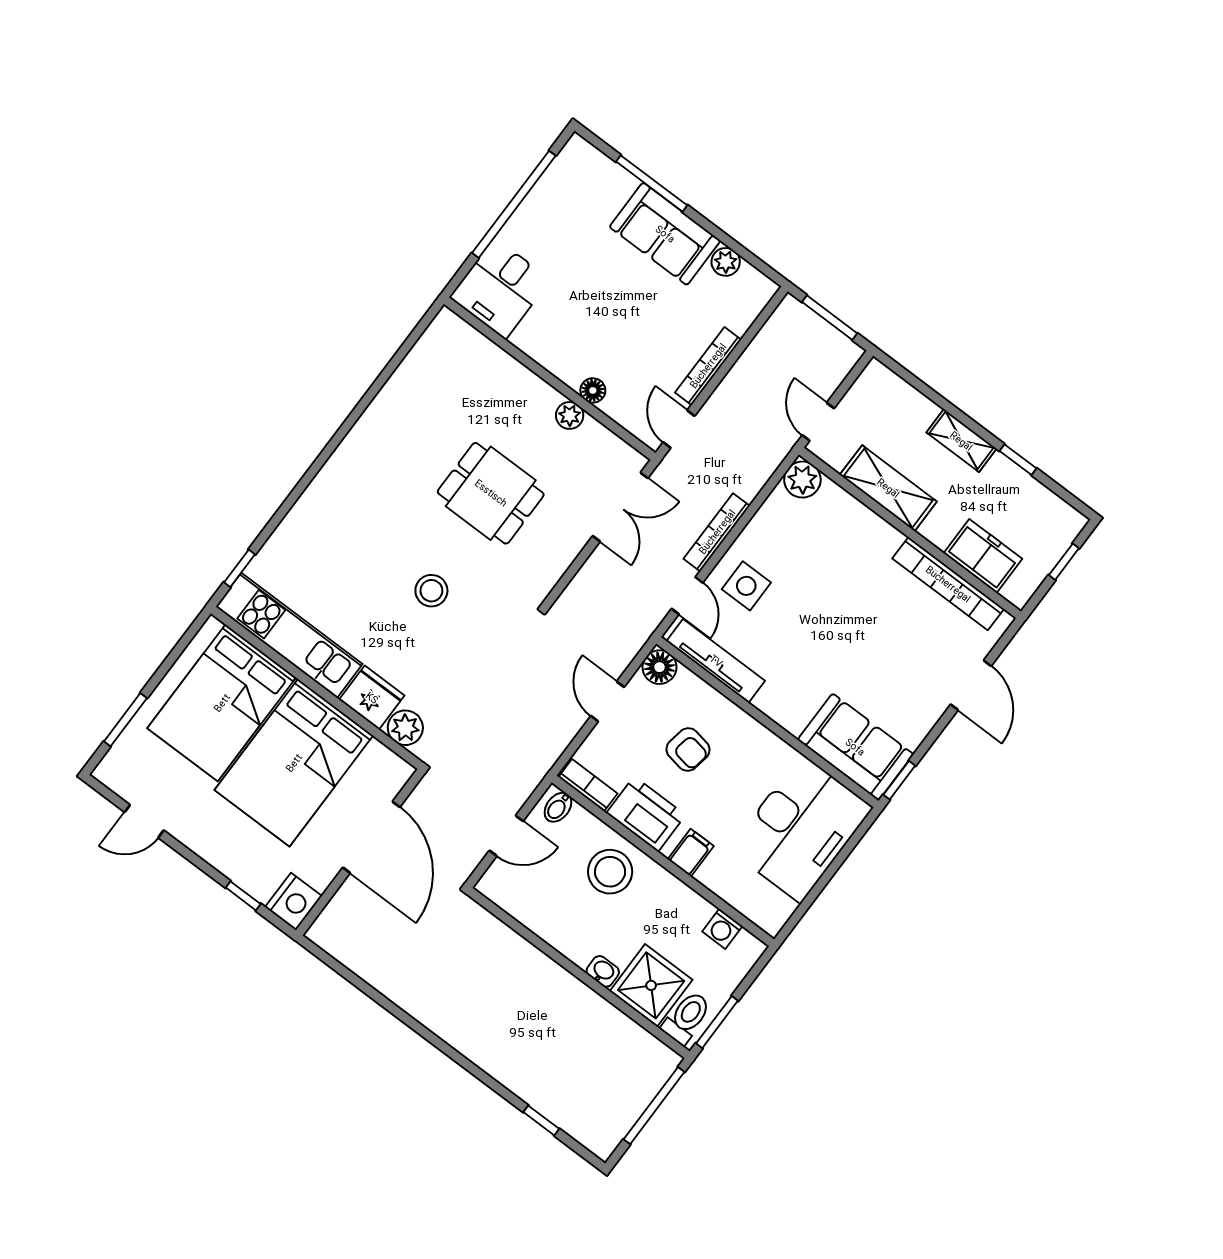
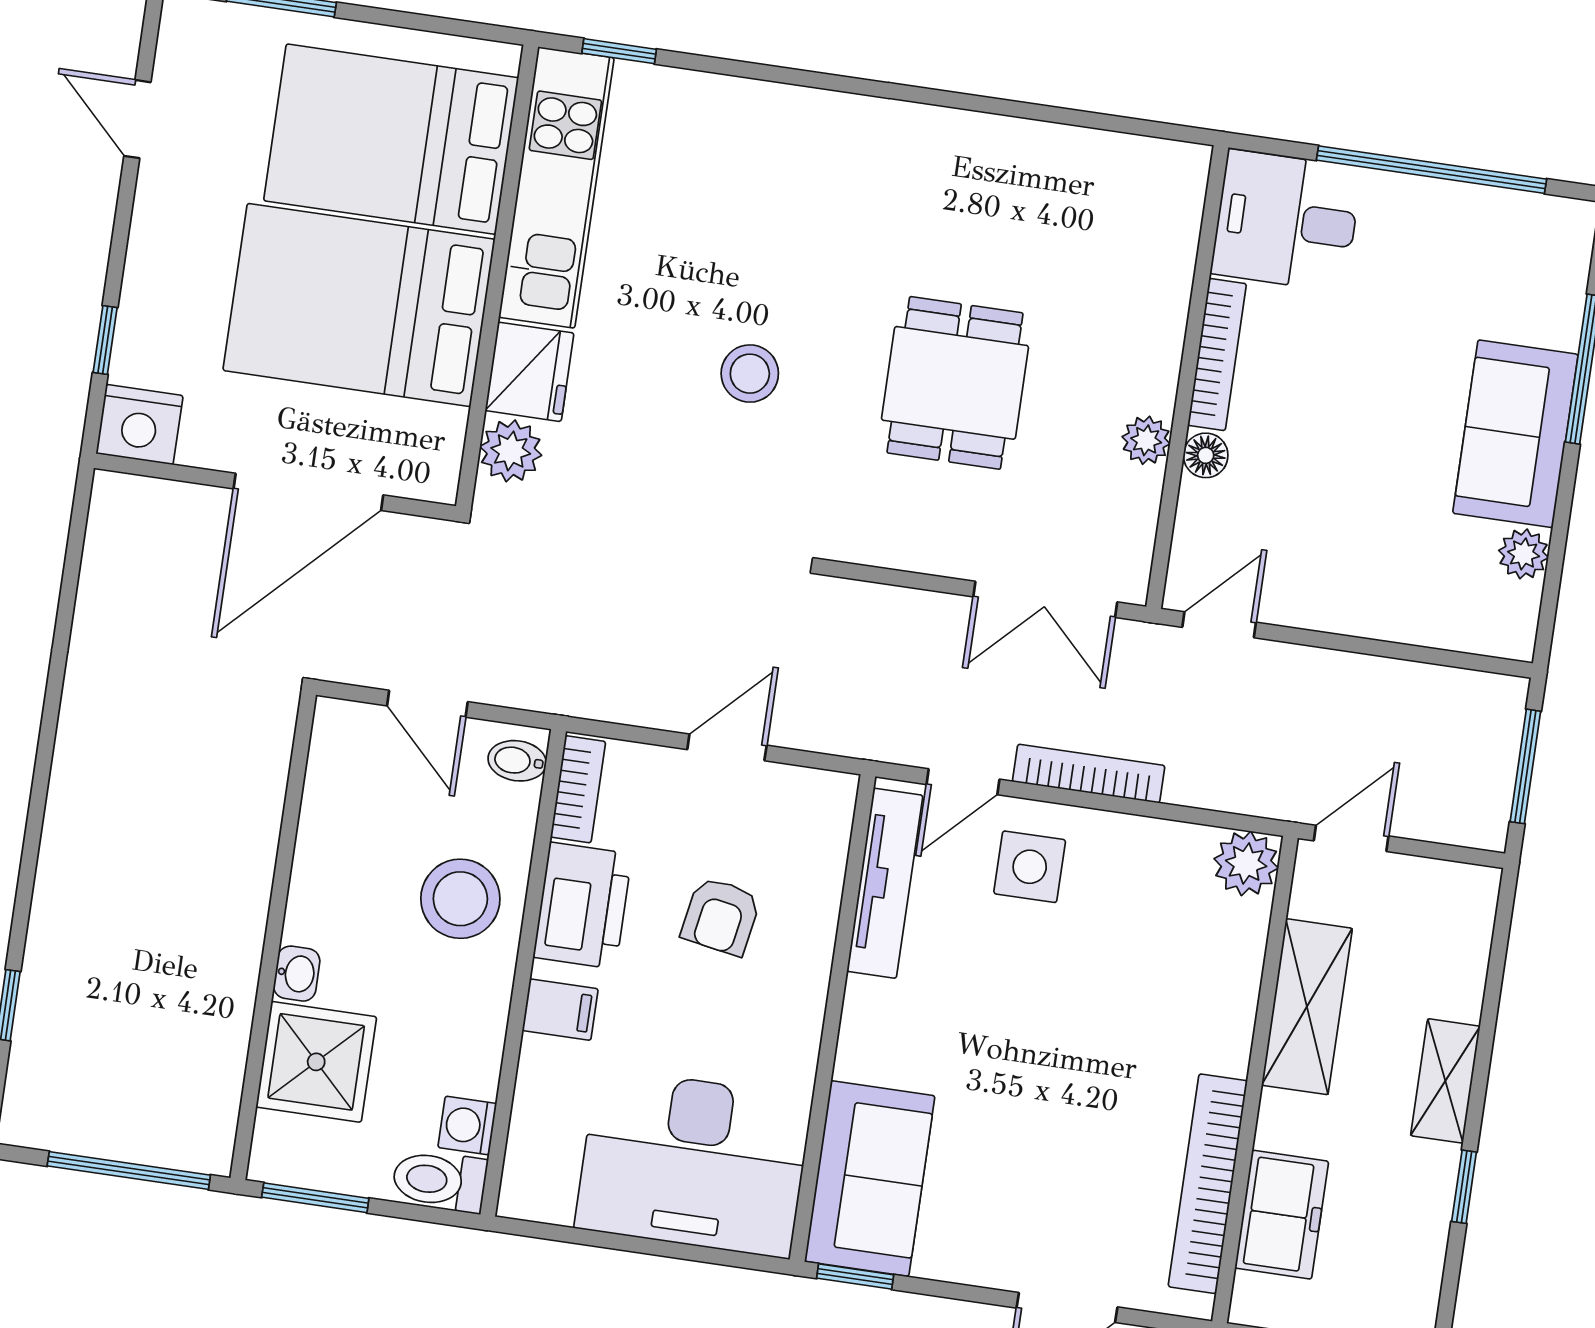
bookcase: (708, 366) -> (1217, 355), moved, turned 90
floor lamp: (659, 667) -> (826, 800), removed
toilet: (687, 1018) -> (439, 1181), moved, turned 180

